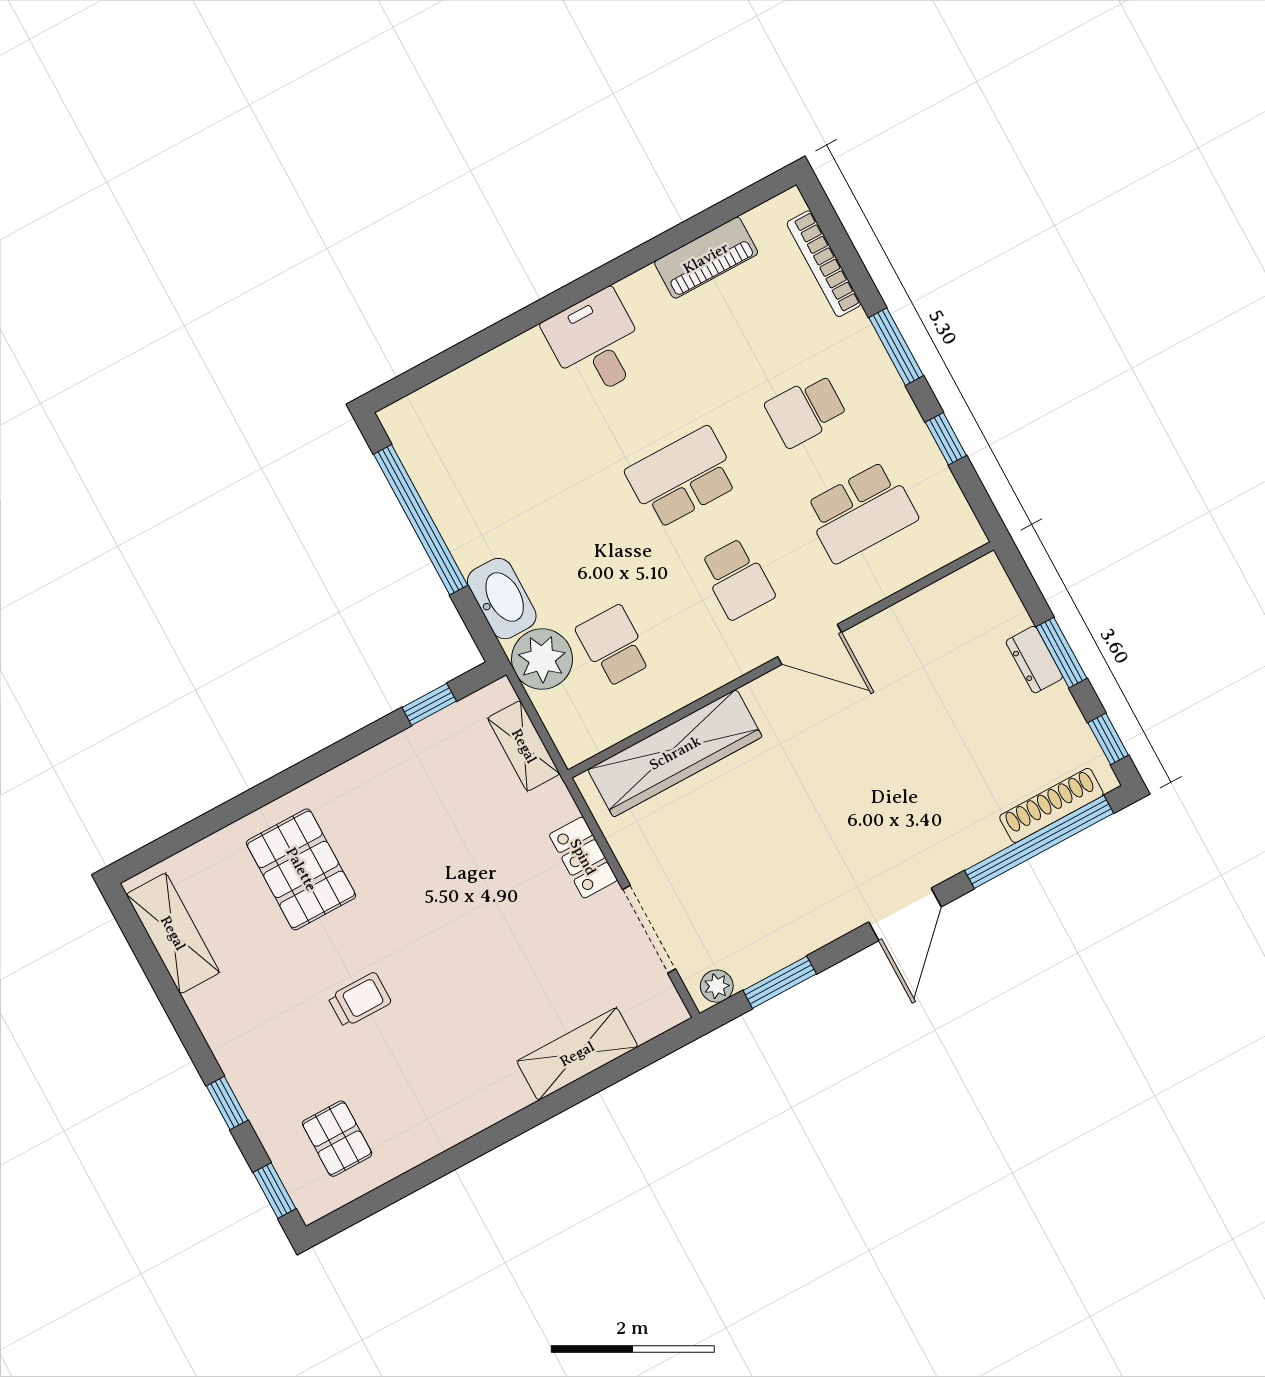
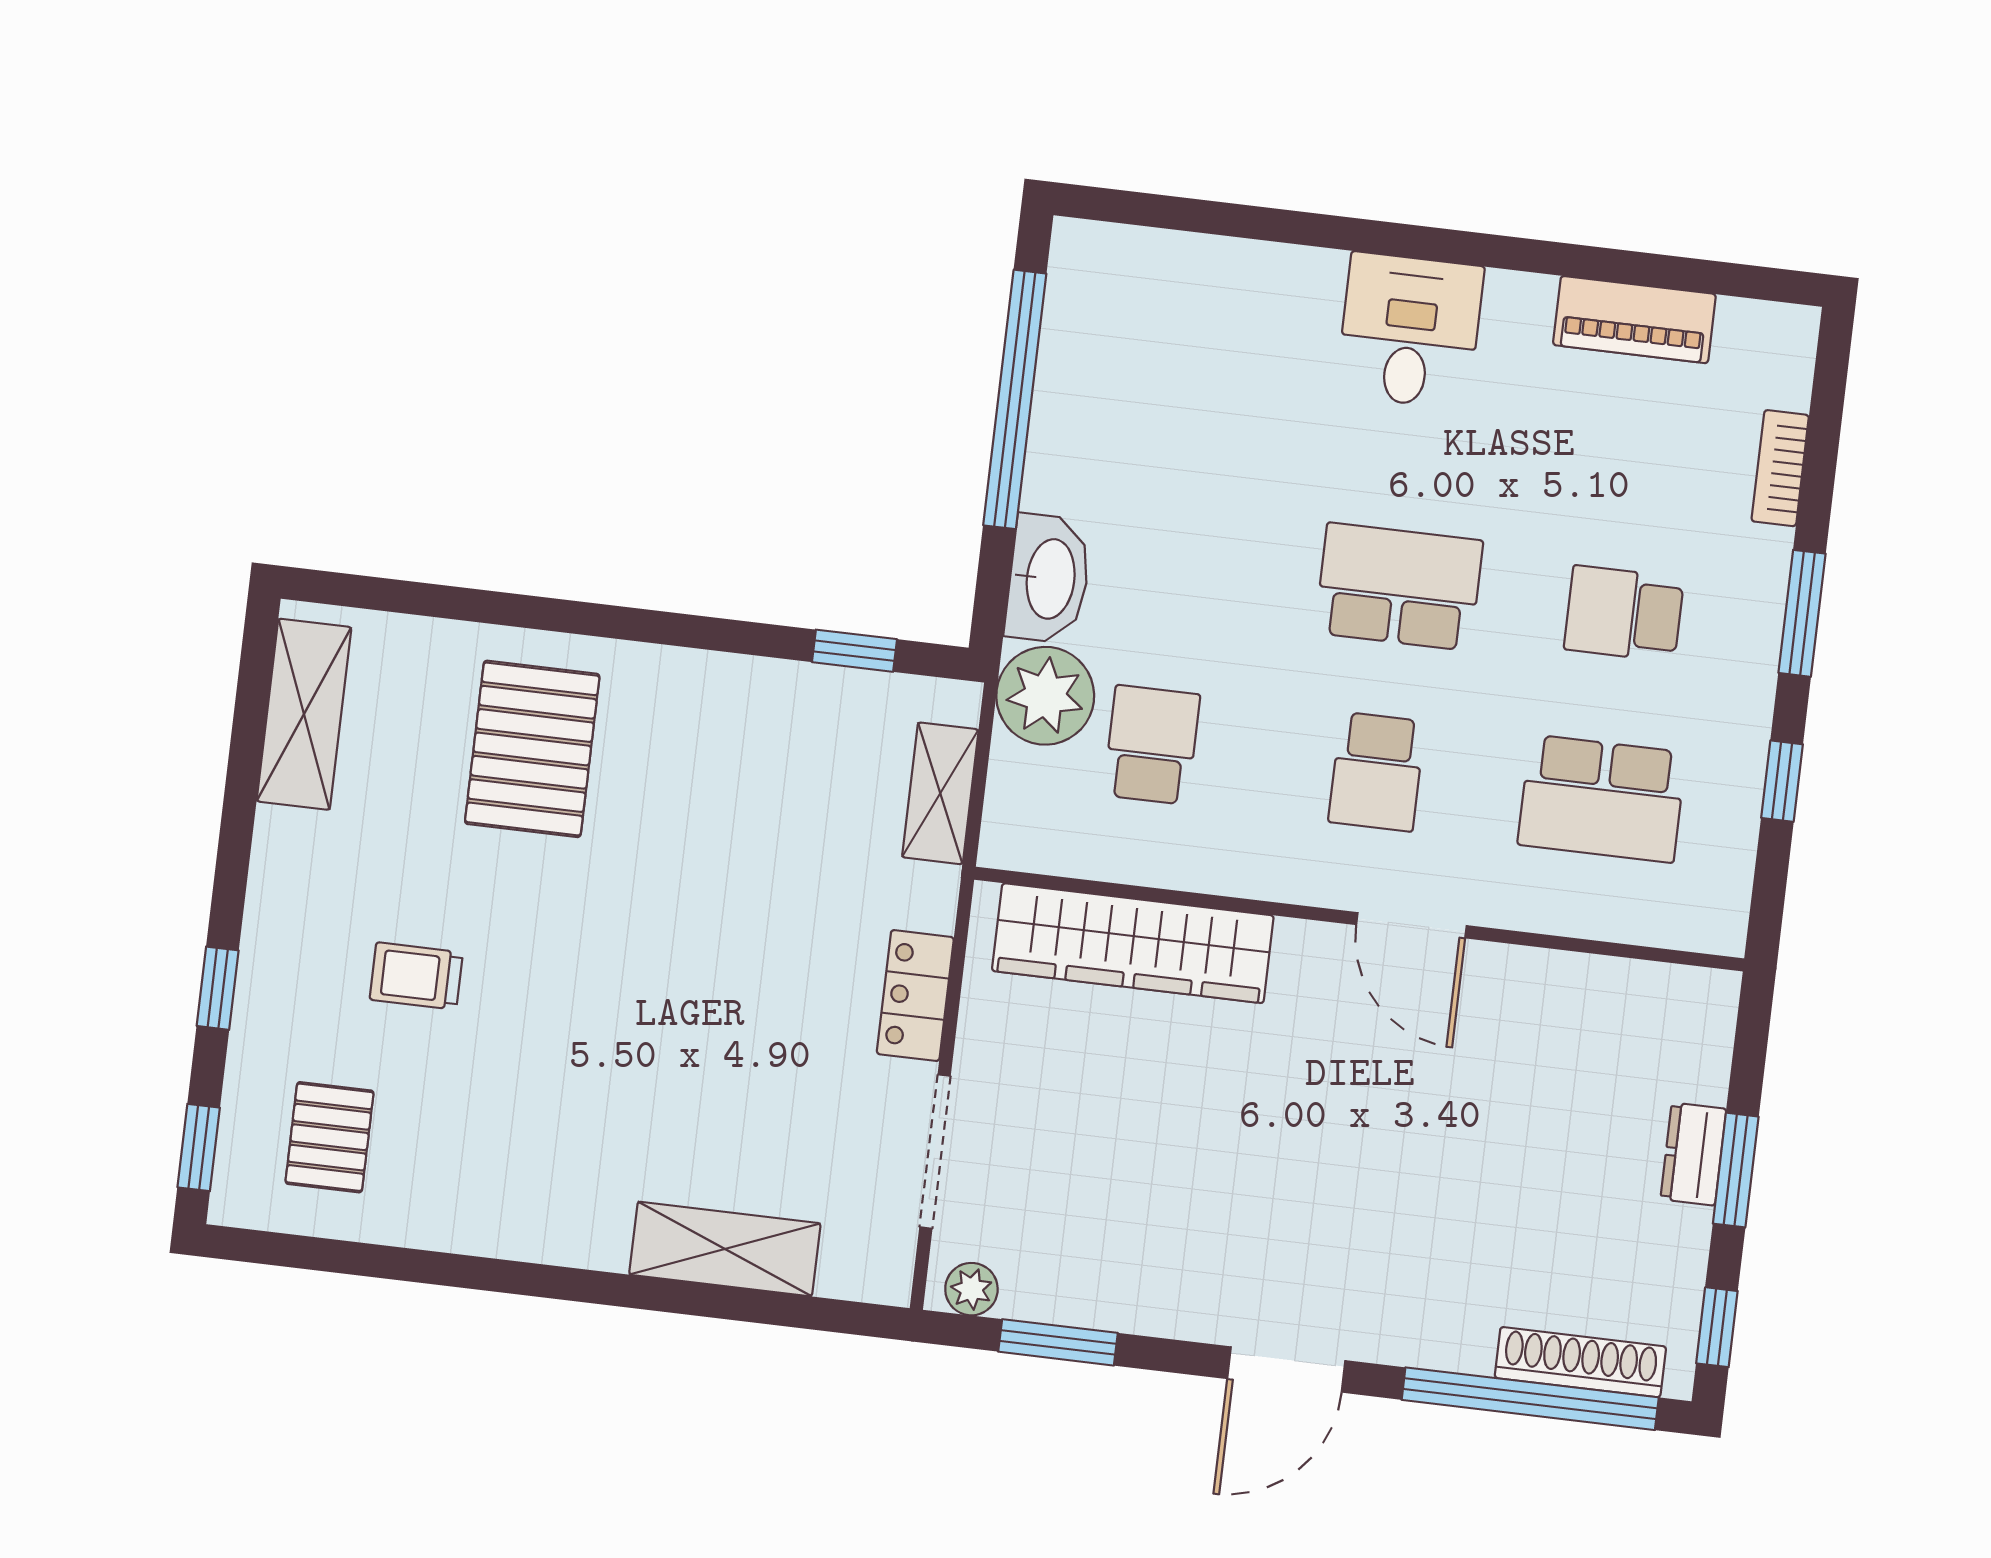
bookcase: (824, 264) -> (1780, 468), width x0.64
trolley: (360, 1000) -> (416, 976), moved, turned 180

